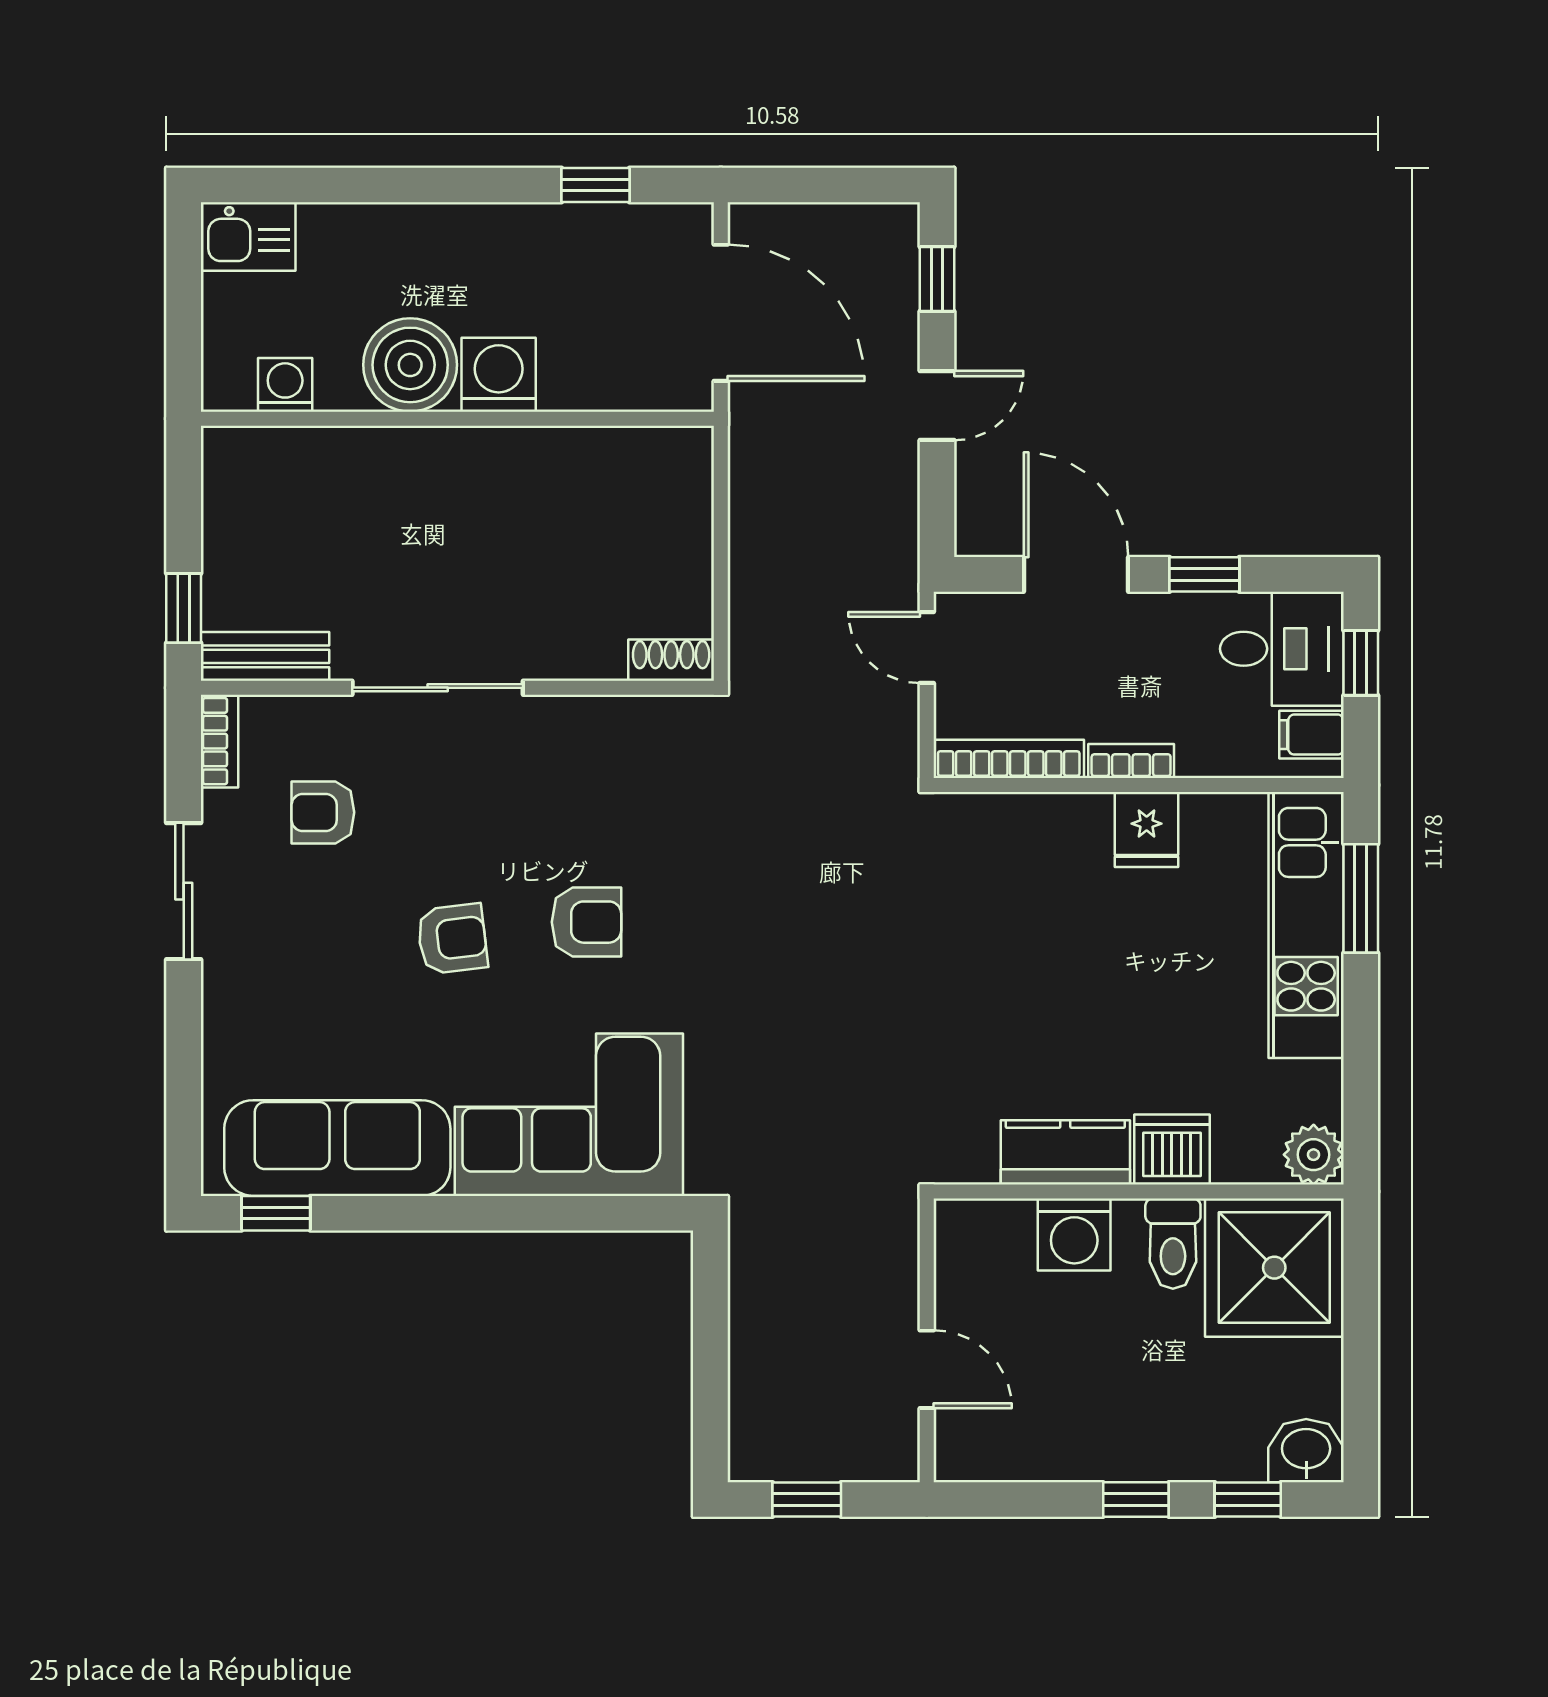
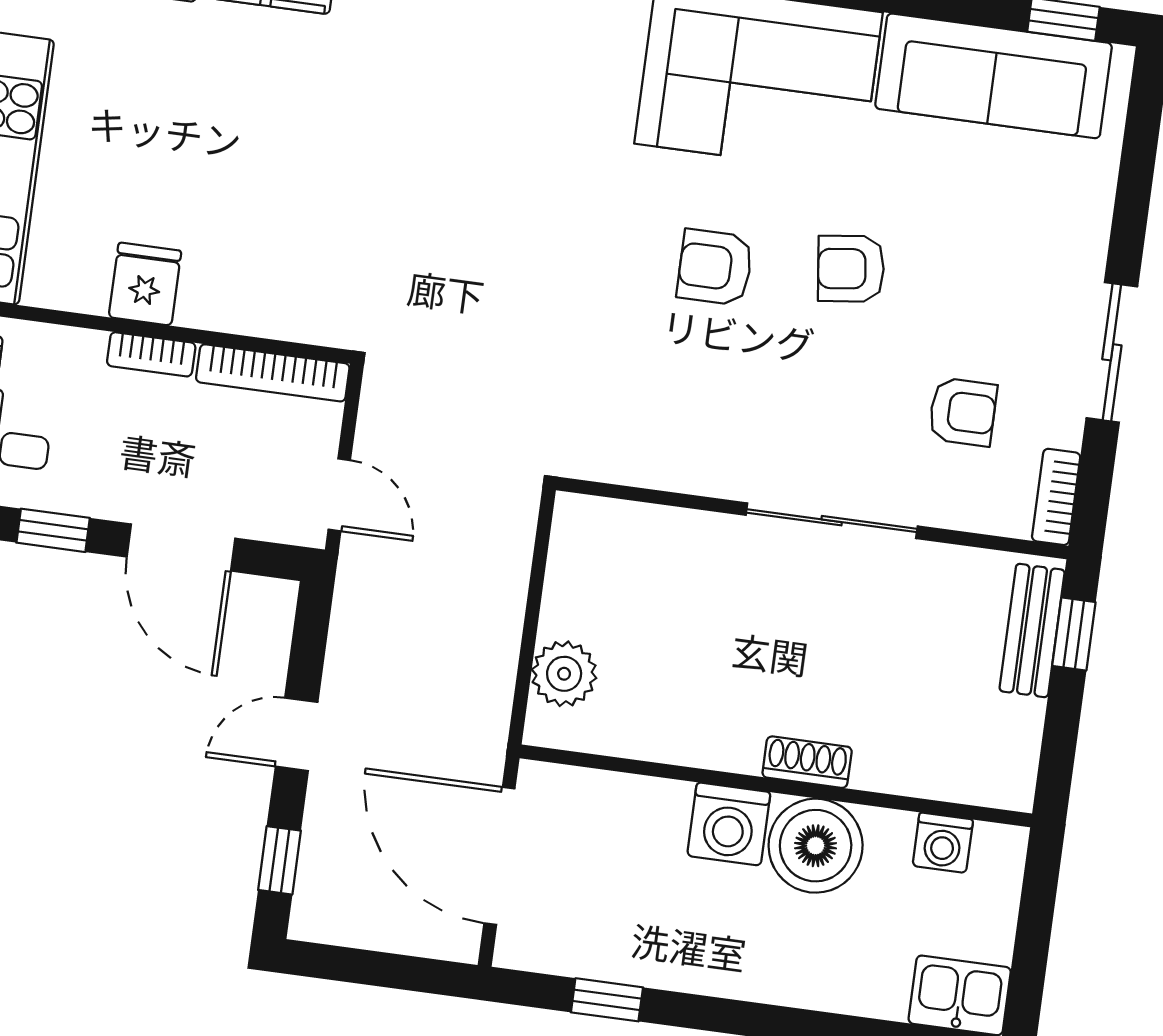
plant: (681, 501) -> (564, 674), added
bench: (265, 656) -> (1032, 631), moved, turned 90
shoe rack: (671, 660) -> (807, 762), moved, turned 180

